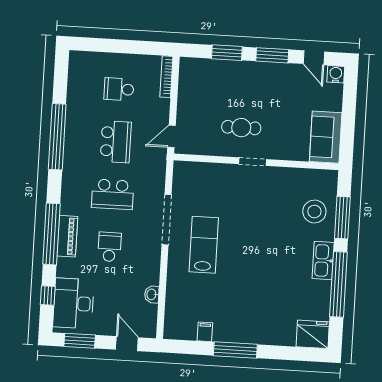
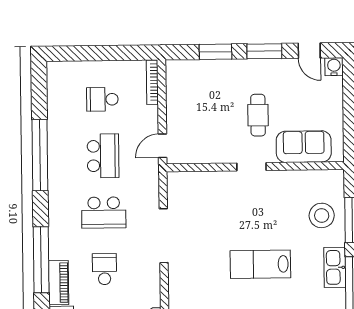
cafe table: (241, 128) -> (258, 115), moved, turned 90
sofa: (326, 137) -> (304, 147), moved, turned 90
piano: (67, 236) -> (59, 283), moved
lab bench: (204, 245) -> (260, 264), moved, turned -90

